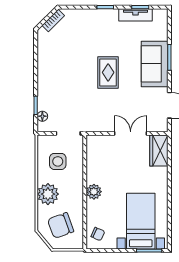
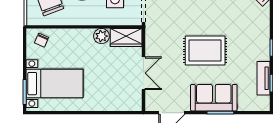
rug: (108, 72) -> (205, 50), width x1.36, depth x1.43
wardrobe: (159, 150) -> (126, 38), moved, turned 180
plant: (94, 192) -> (101, 36), moved

